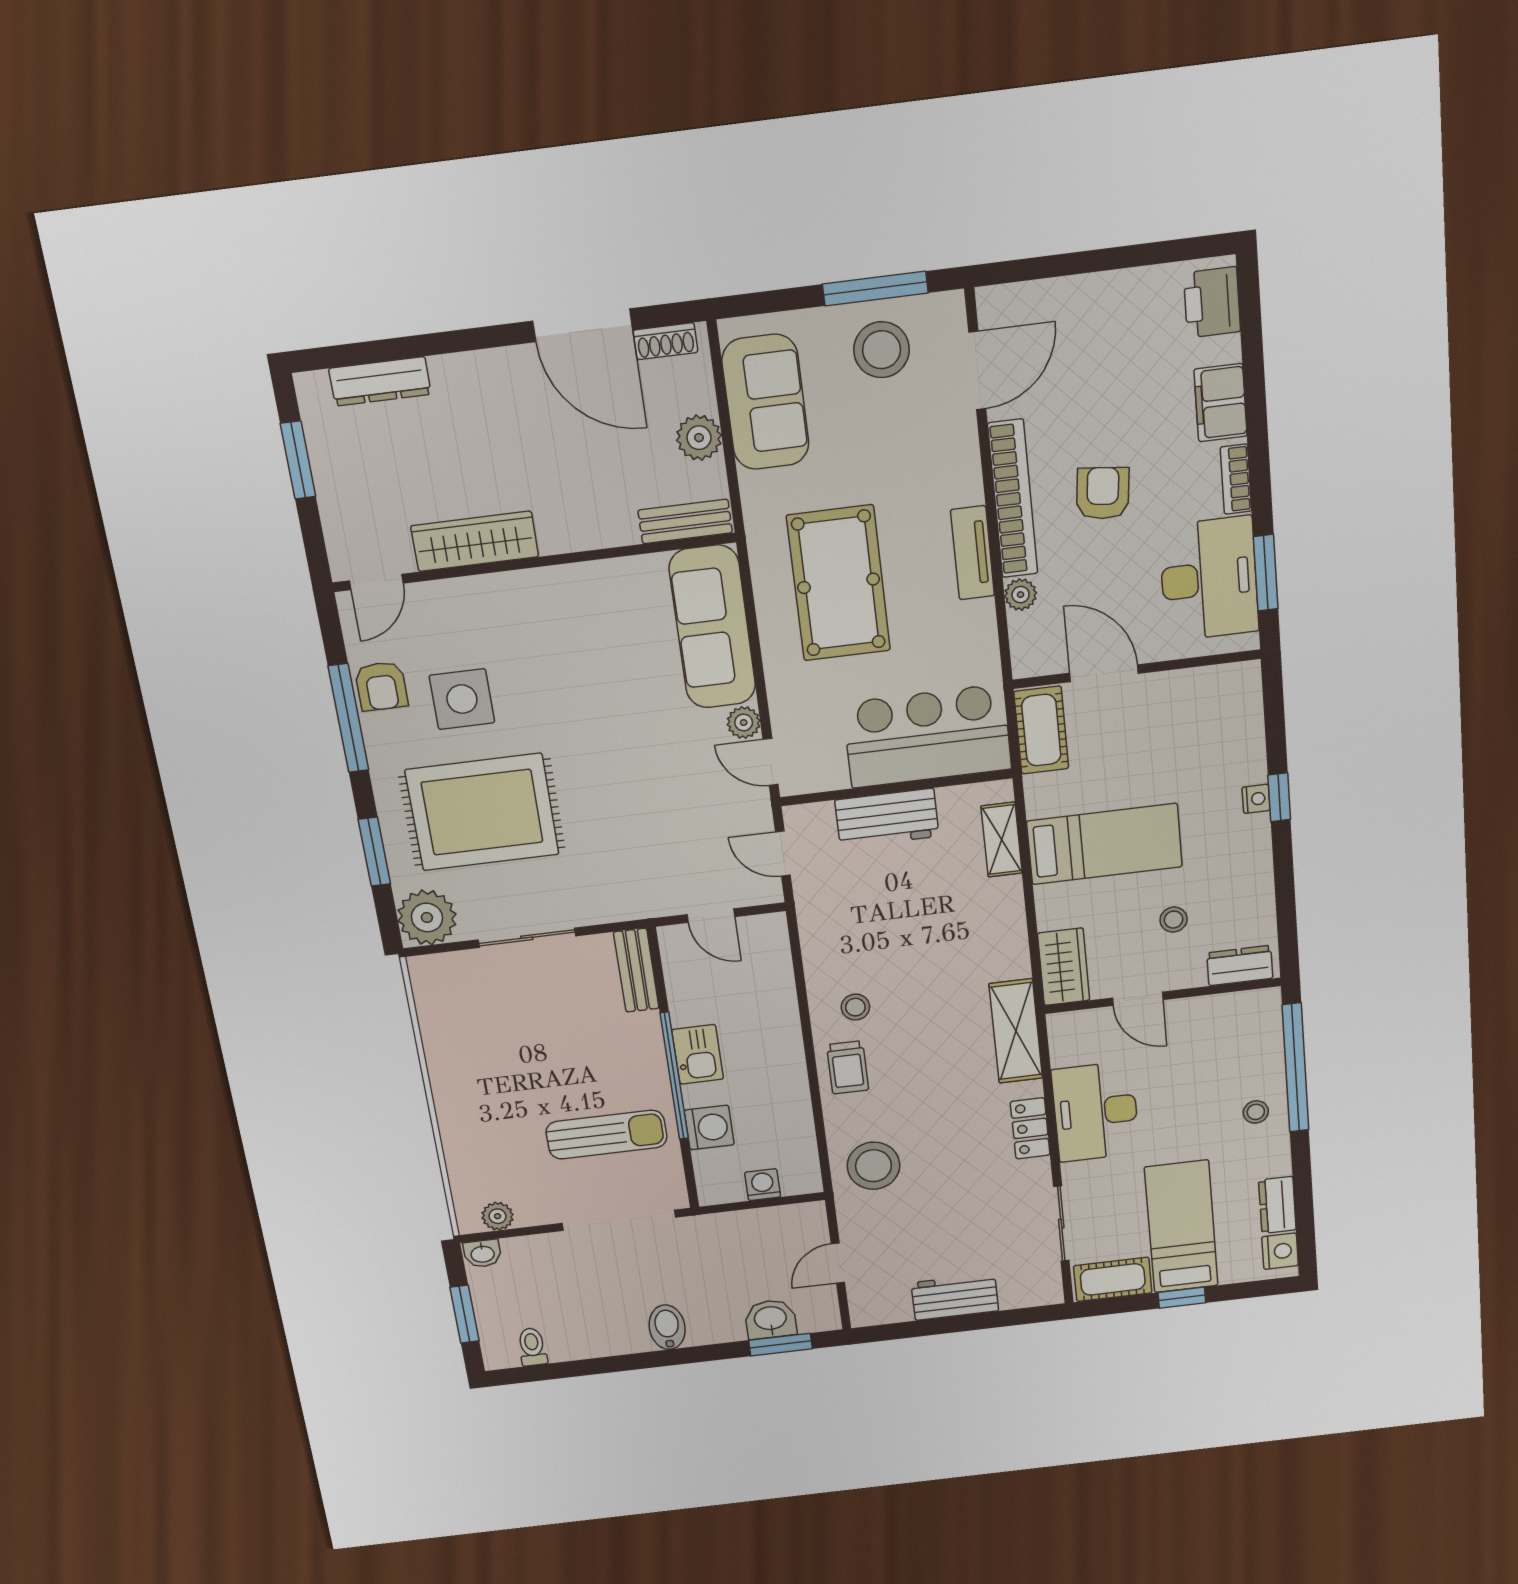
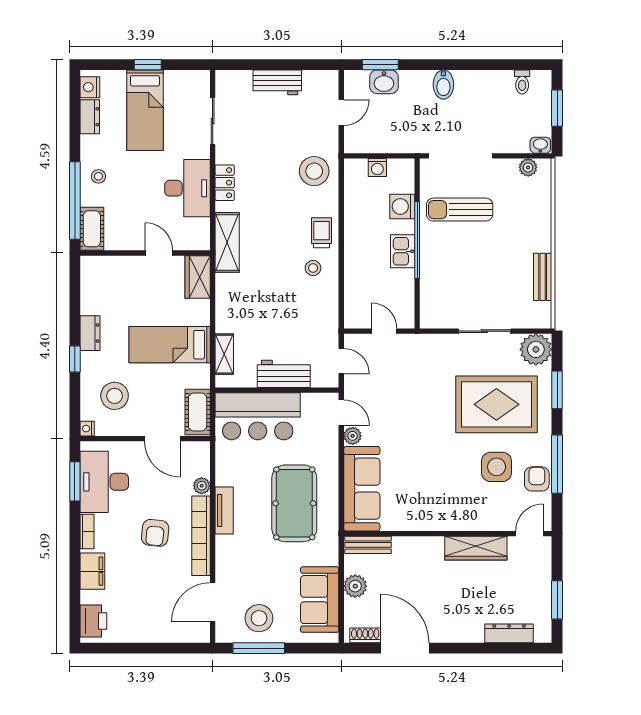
nightstand: (1256, 799) -> (87, 429), moved
stool: (1174, 920) -> (115, 396), moved, width x1.89, depth x1.89
dresser: (1240, 966) -> (90, 333), moved, turned -90
bench: (636, 970) -> (543, 277), moved
cot: (1113, 1279) -> (92, 229), moved, turned 90

